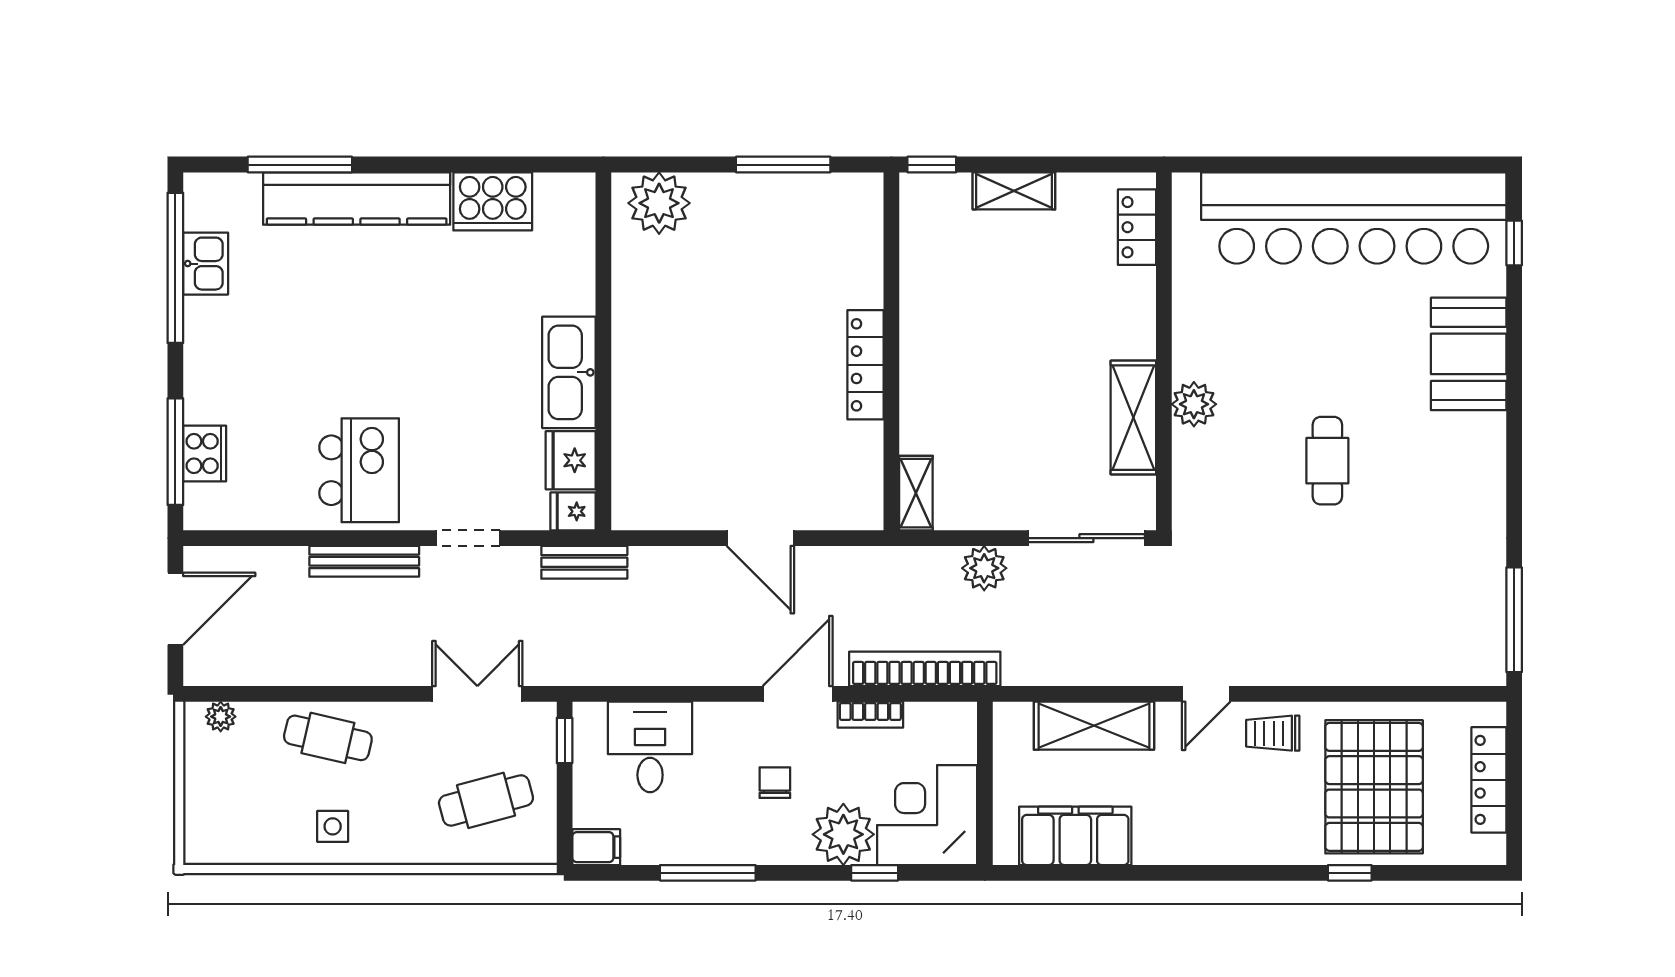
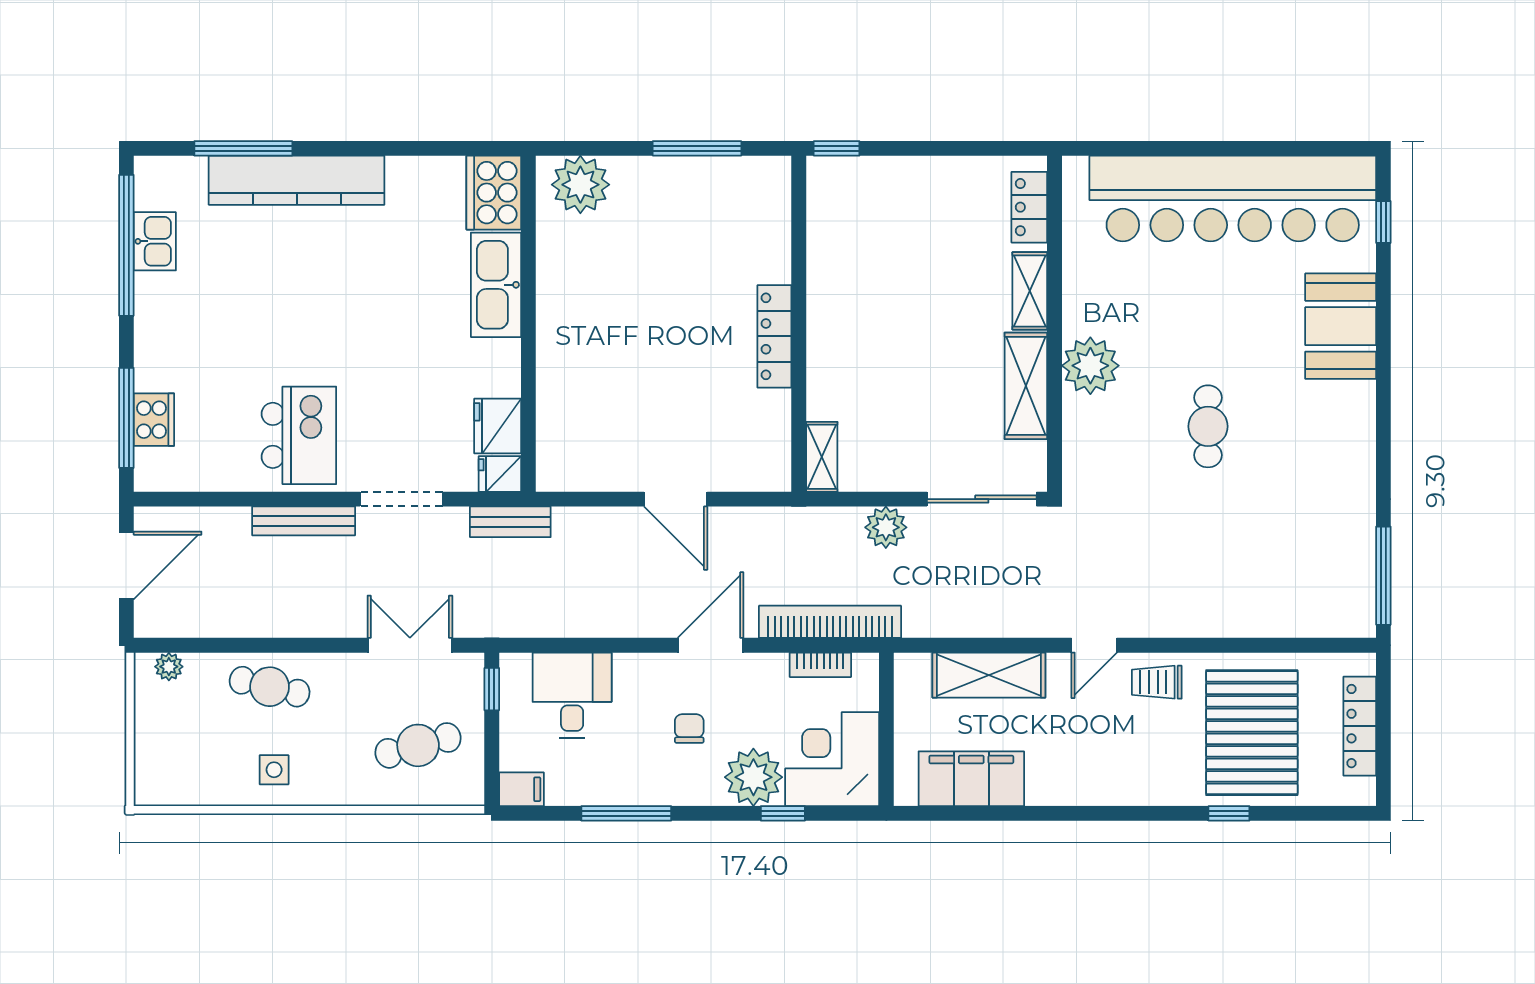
shelving: (1014, 191) -> (1030, 291), moved, turned 90
cooker: (493, 201) -> (494, 193), moved, turned 90
kitchen sink: (569, 372) -> (496, 285), moved
plant: (1194, 404) -> (1090, 366), width x1.36, depth x1.36
doorway: (468, 538) -> (401, 499), width x1.38
bookcase: (870, 715) -> (820, 665), moved

